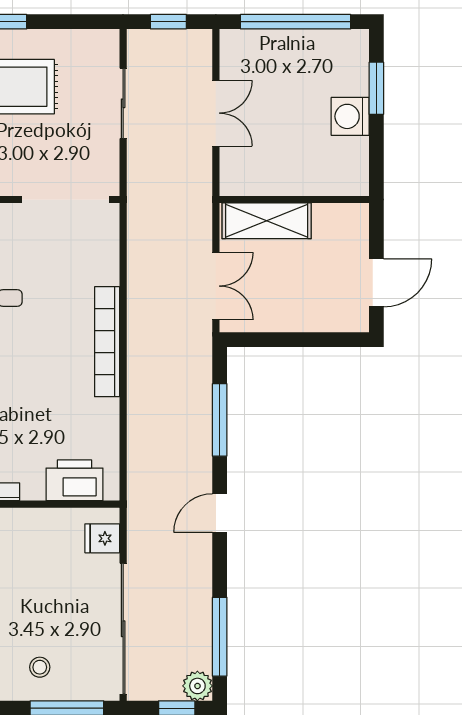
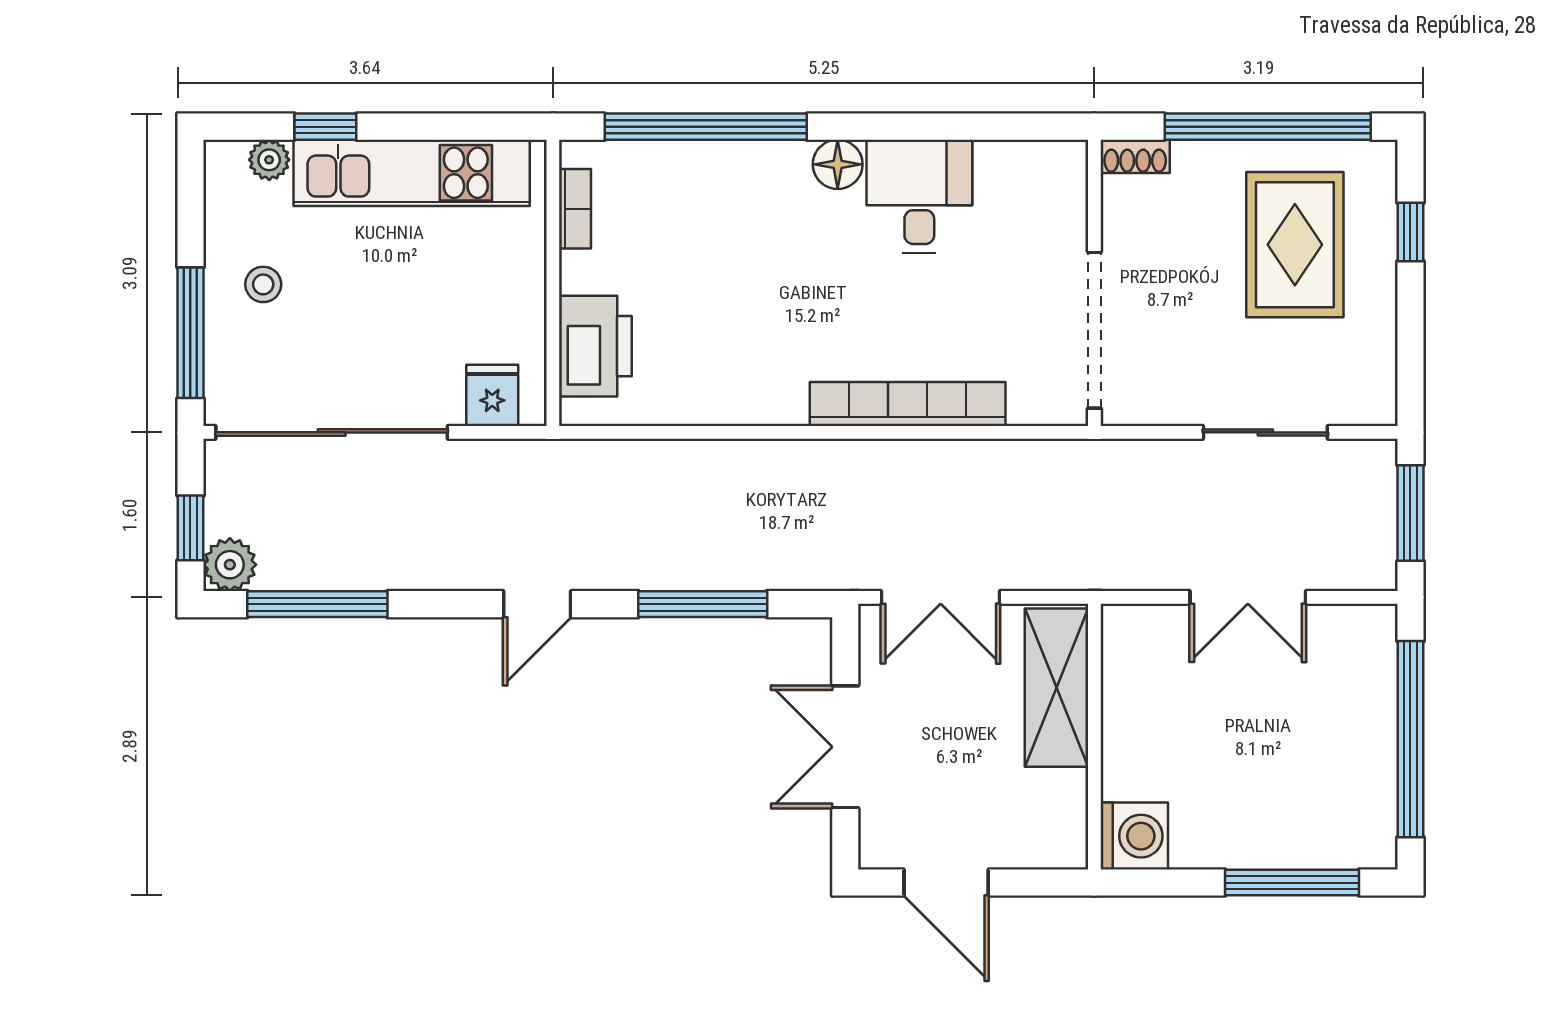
window: (168, 22) -> (1410, 513), width x1.50
window: (376, 88) -> (1292, 883), width x1.44
washing machine: (350, 116) -> (1134, 836), moved, turned 90
double door: (300, 340) -> (845, 747), added
bookcase: (107, 342) -> (908, 404), moved
door: (220, 513) -> (537, 604), swing flipped

